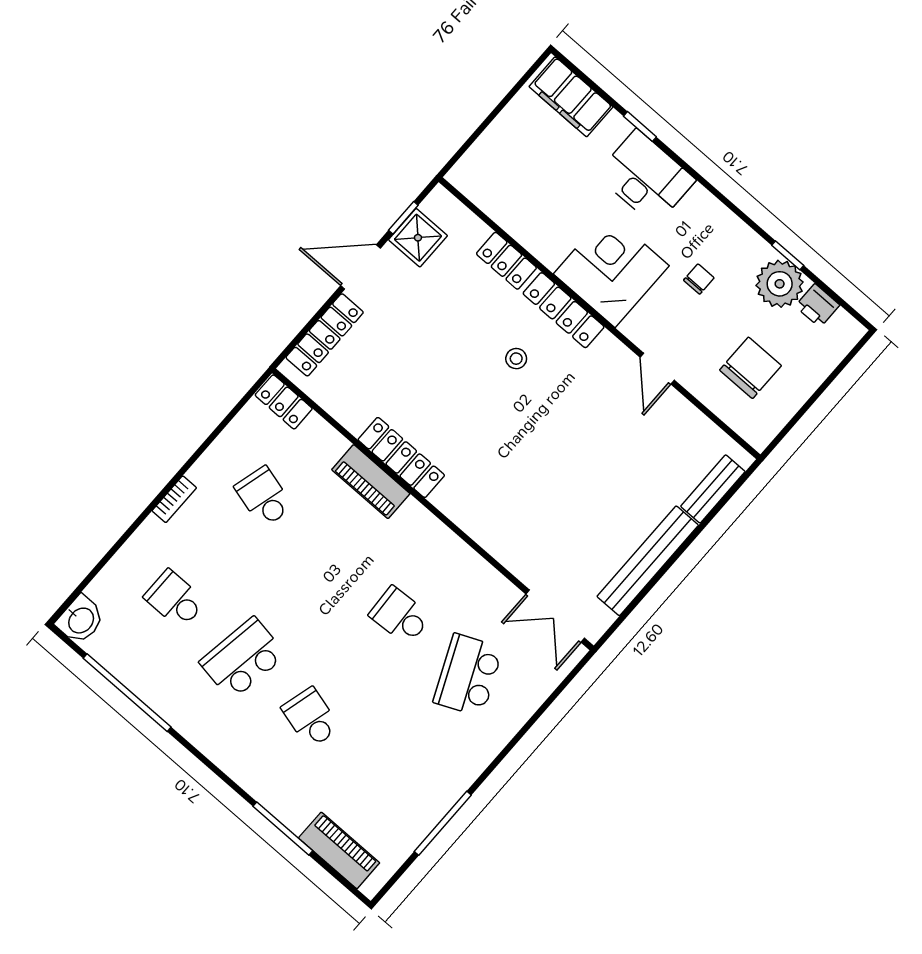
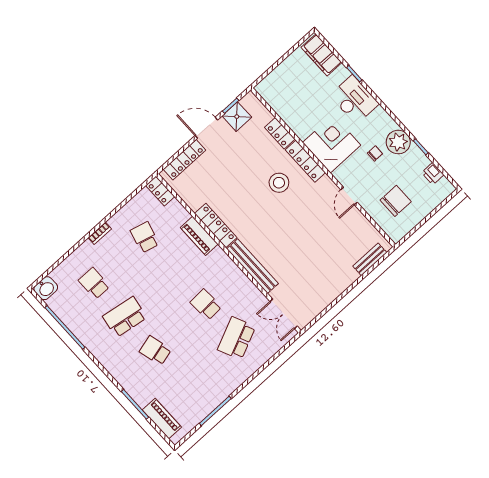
plant: (780, 284) -> (398, 142), moved
stool: (516, 359) -> (279, 183), width x1.89, depth x1.89
bench: (648, 561) -> (253, 266), moved, turned 90
school desk: (311, 718) -> (155, 351), turned -30

